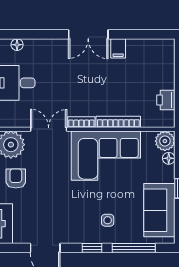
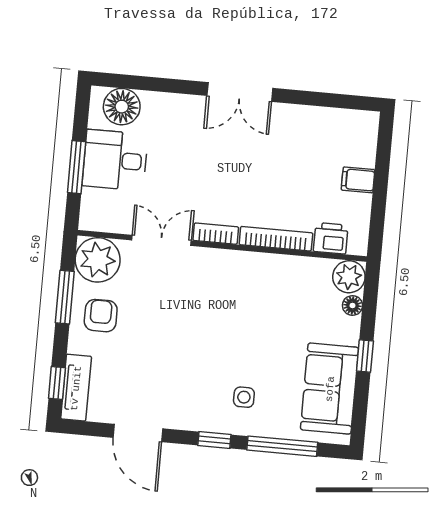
floor lamp: (17, 45) -> (122, 107), width x1.89, depth x1.89
filing cabinet: (118, 48) -> (358, 180), moved, turned 90
printer: (166, 100) -> (331, 238), moved, turned 90
corner sofa: (106, 156) -> (251, 292), removed

